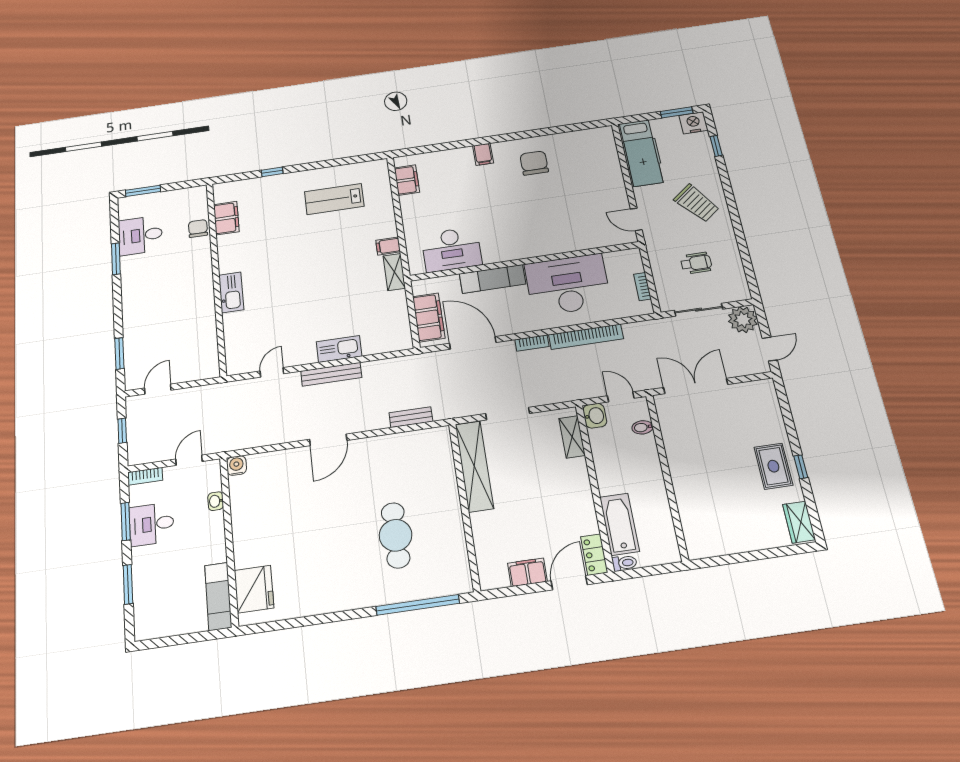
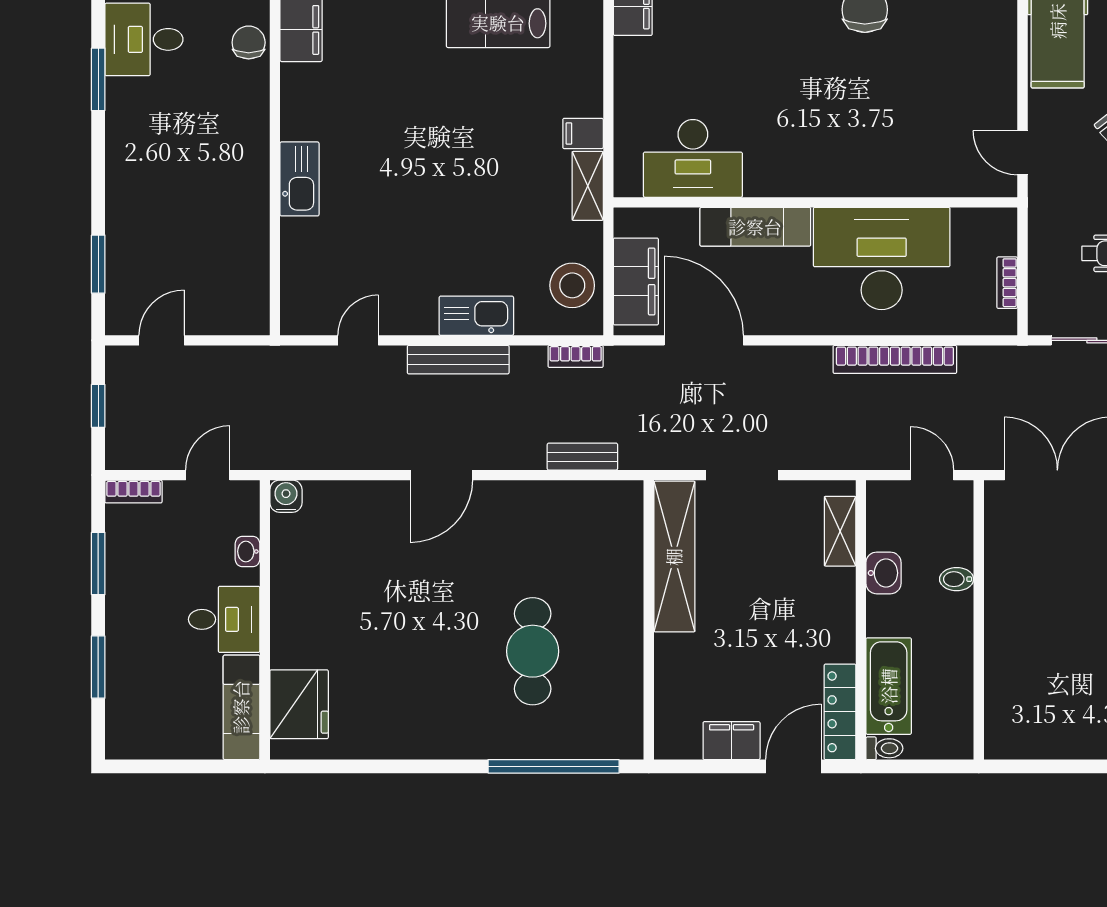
stool: (392, 325) -> (572, 285), added
bookcase: (532, 343) -> (576, 356), moved
washbasin: (595, 416) -> (883, 573), moved
bidet: (642, 427) -> (957, 579), moved
desk: (152, 524) -> (224, 619), moved, turned 180
locker: (594, 555) -> (840, 712), width x1.53

